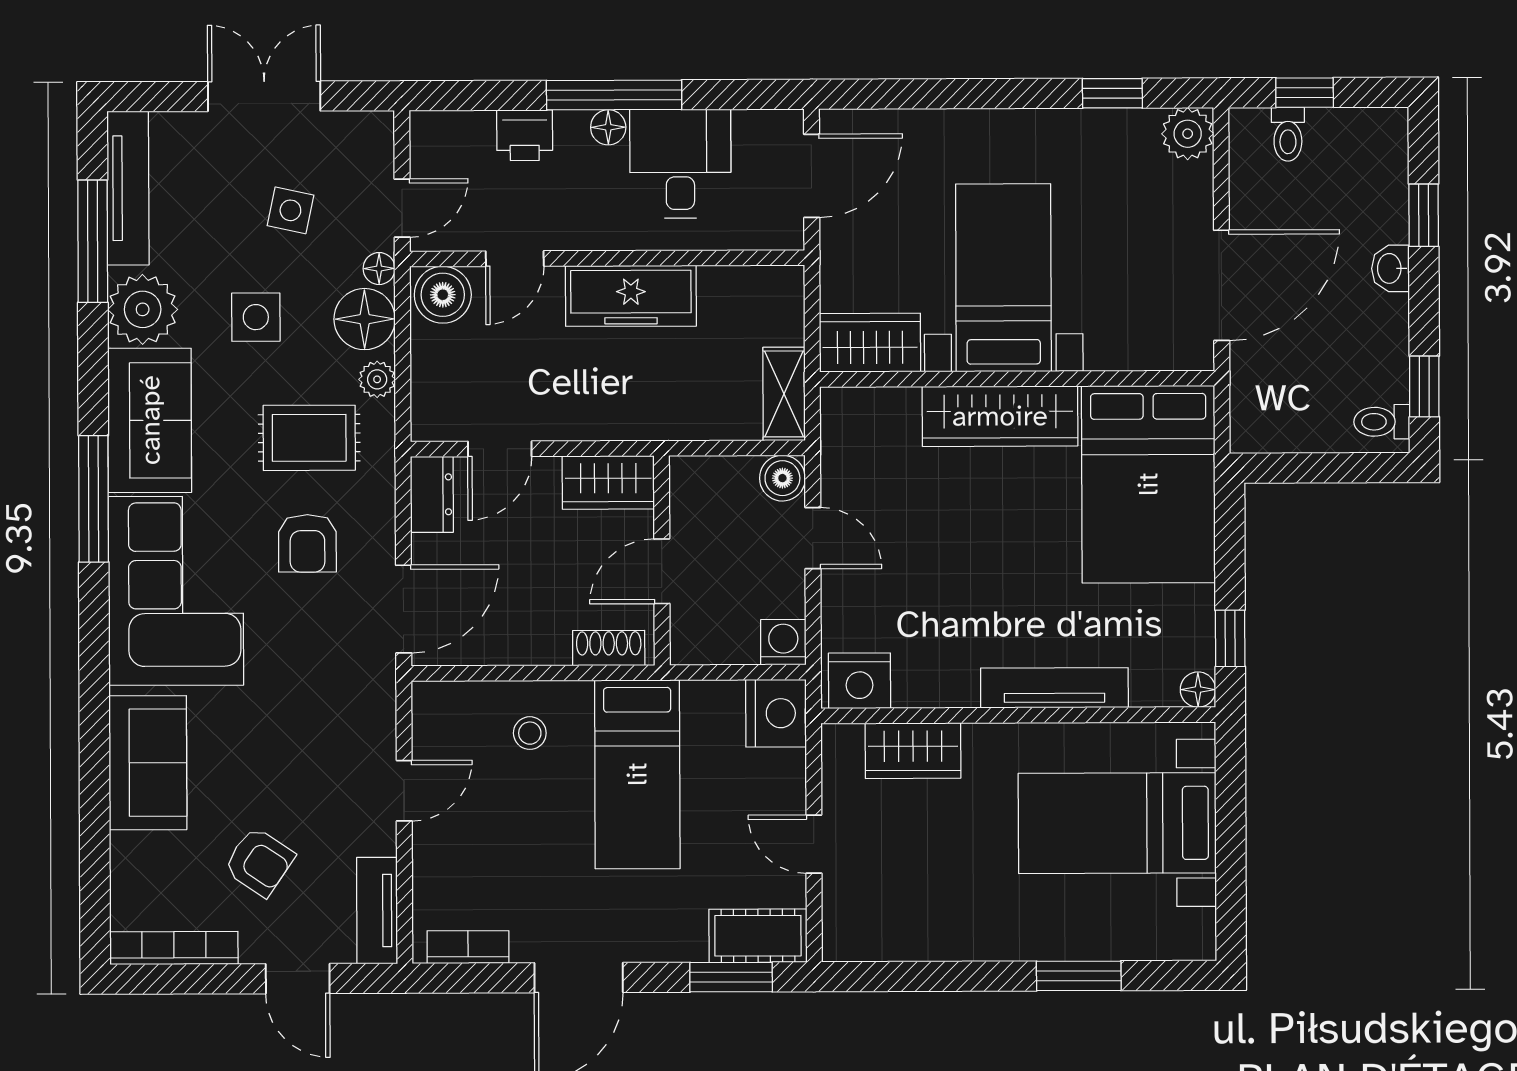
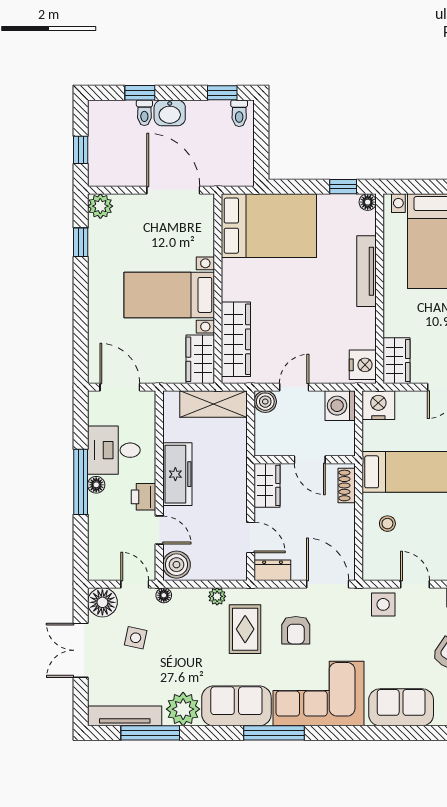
toilet: (1288, 134) -> (144, 113), moved, turned 90
printer: (525, 135) -> (144, 497), moved, turned 180
washbasin: (1390, 268) -> (170, 113), width x1.38, depth x1.45
side table: (256, 317) -> (383, 604), moved
floor lamp: (365, 319) -> (102, 602), moved
shelving: (784, 394) -> (214, 404), width x1.50, depth x1.33
wardrobe: (1000, 416) -> (236, 339), moved
armchair: (307, 543) -> (296, 630), turned 90
washing machine: (783, 642) -> (340, 406), width x1.38, depth x1.38
wardrobe: (913, 751) -> (397, 361), moved

